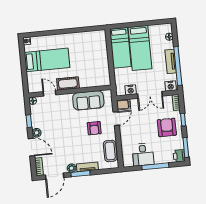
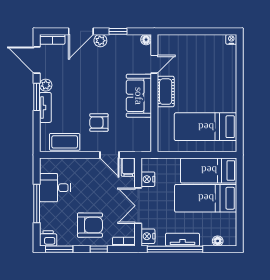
bed: (47, 60) -> (206, 127), moved, turned 90
sofa: (88, 100) -> (139, 96), moved

